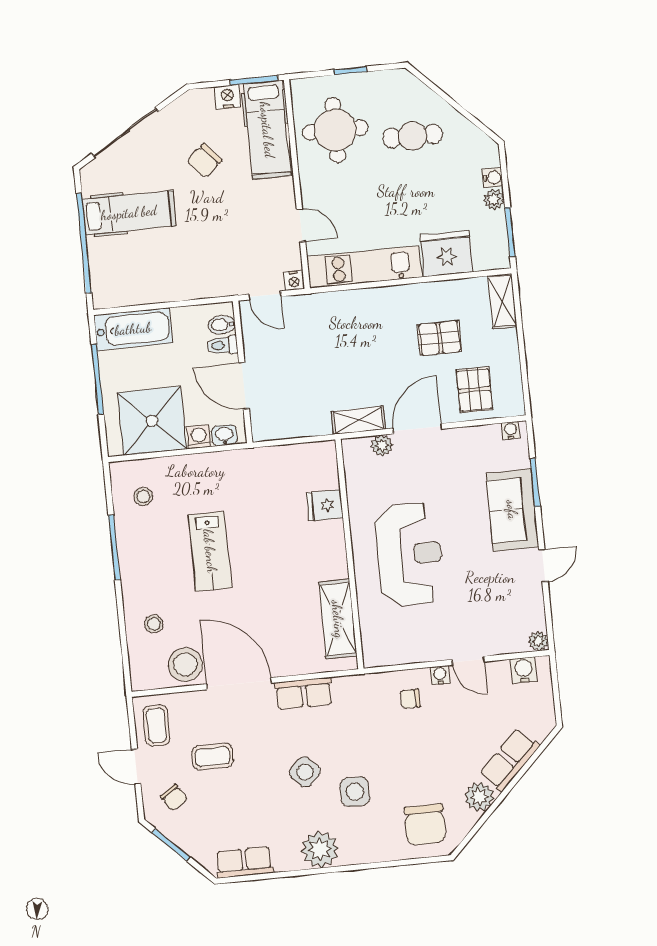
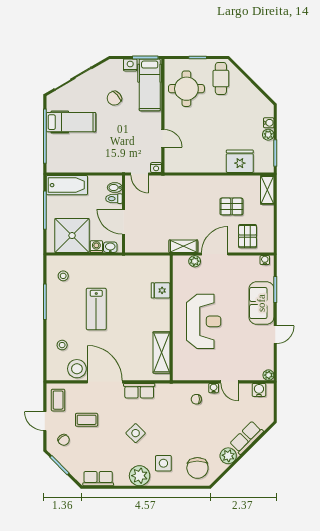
cafe table: (413, 136) -> (221, 78), moved, turned 90
kitchen unit: (364, 267) -> (195, 164), removed
side table: (355, 792) -> (163, 463), moved

